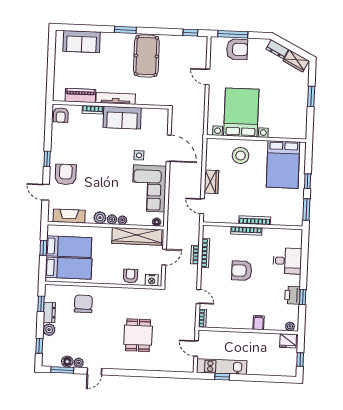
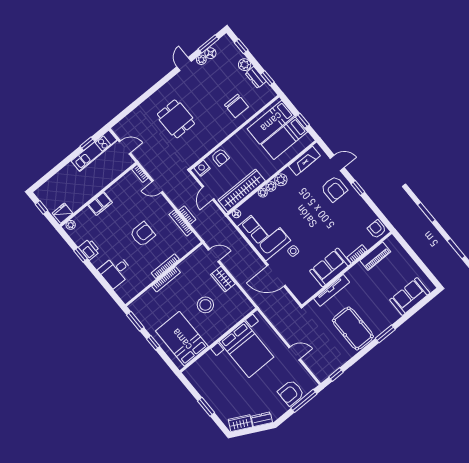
tv unit: (116, 98) -> (332, 290), moved
stool: (241, 156) -> (205, 305), moved
filing cabinet: (258, 323) -> (100, 204), width x2.00

